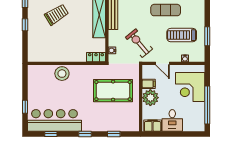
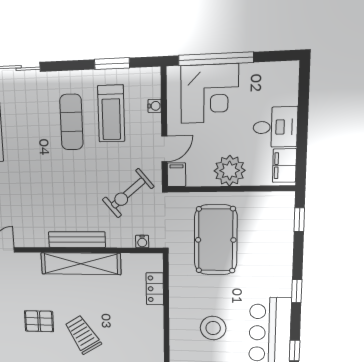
exercise mat: (166, 10) -> (71, 122), moved
locker: (96, 57) -> (155, 289), moved
stool: (62, 74) -> (213, 328), moved
filing cabinet: (149, 84) -> (176, 175), moved
window: (207, 105) -> (216, 59), moved
window: (114, 134) -> (299, 220), moved

